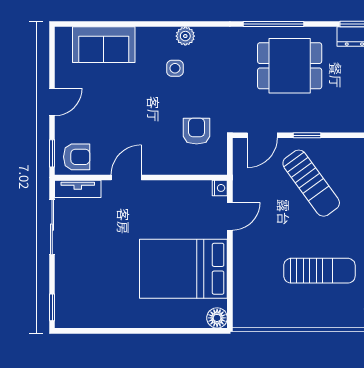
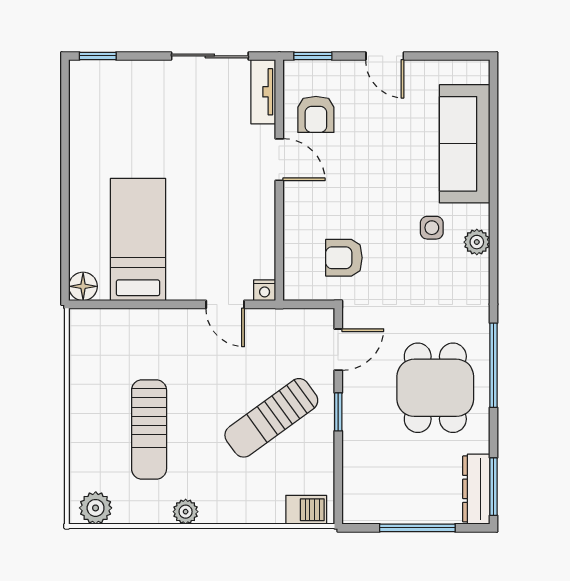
sofa: (104, 45) -> (465, 144), width x1.36
armchair: (197, 131) -> (344, 258), turned 180
door: (262, 135) -> (338, 350), swing flipped
armchair: (77, 157) -> (316, 114), moved
bed: (183, 269) -> (138, 239), width x0.67

